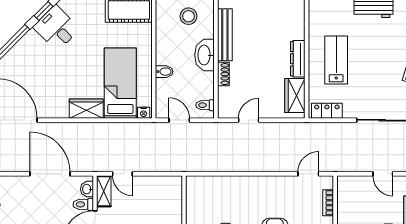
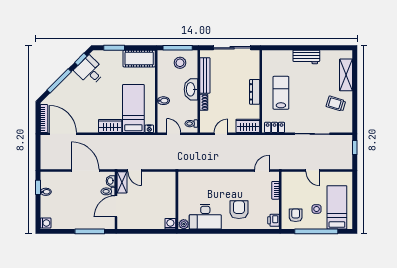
wardrobe: (295, 96) -> (248, 126), moved, turned 90

